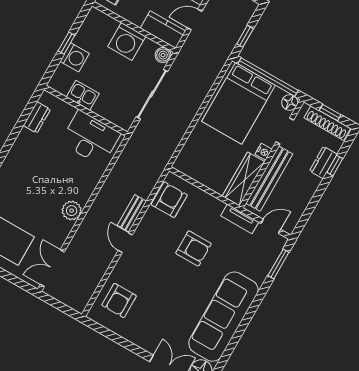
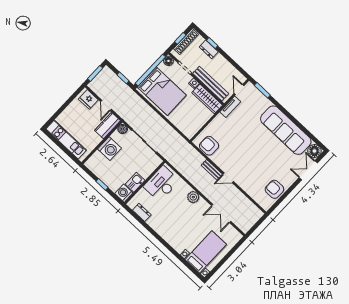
washing machine: (75, 57) -> (124, 193), moved, turned -90
plant: (72, 211) -> (193, 197), moved
armchair: (194, 248) -> (241, 138), removed
double door: (52, 268) -> (221, 213), moved
armchair: (119, 300) -> (274, 189), moved, turned 180

